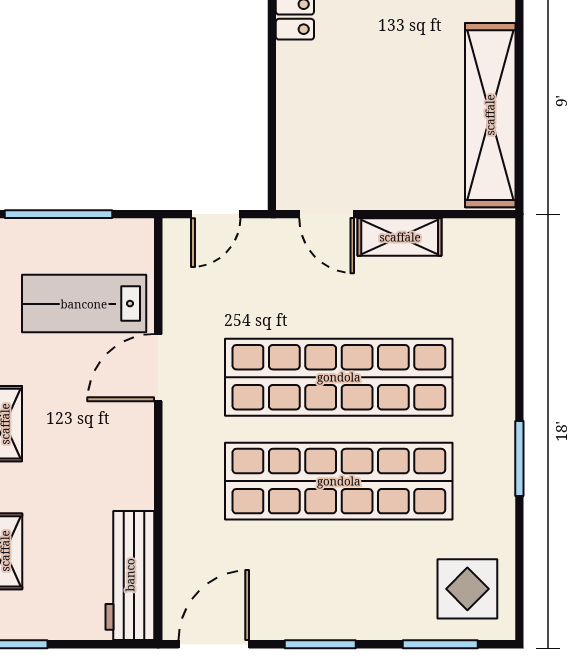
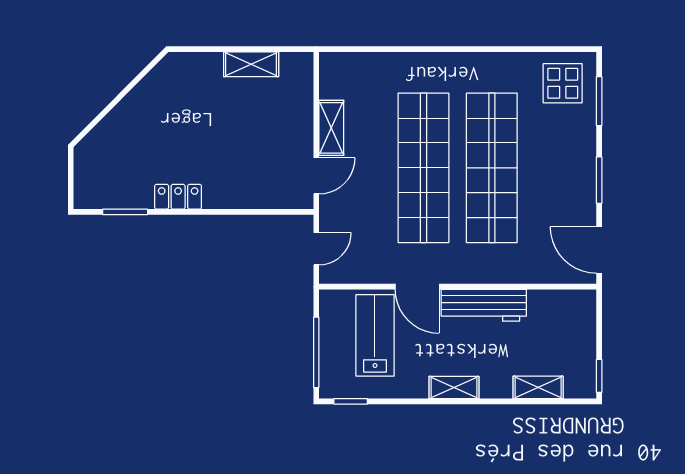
shelving: (490, 115) -> (251, 64), width x0.45, depth x0.75
door: (216, 214) -> (316, 249), hinge flipped
lab bench: (84, 304) -> (375, 335), turned 180
window: (519, 459) -> (477, 49), removed
workbench: (130, 575) -> (484, 305), moved

